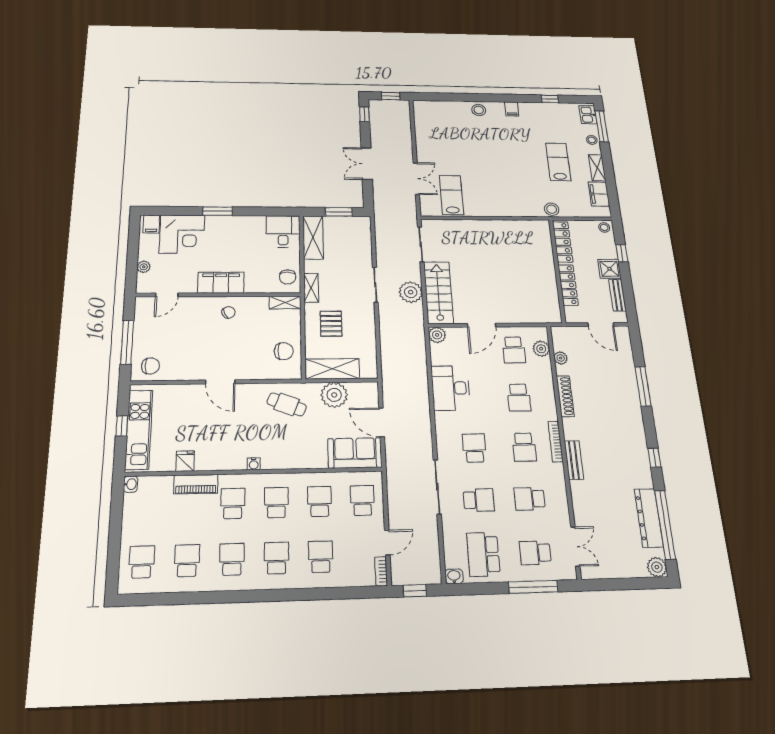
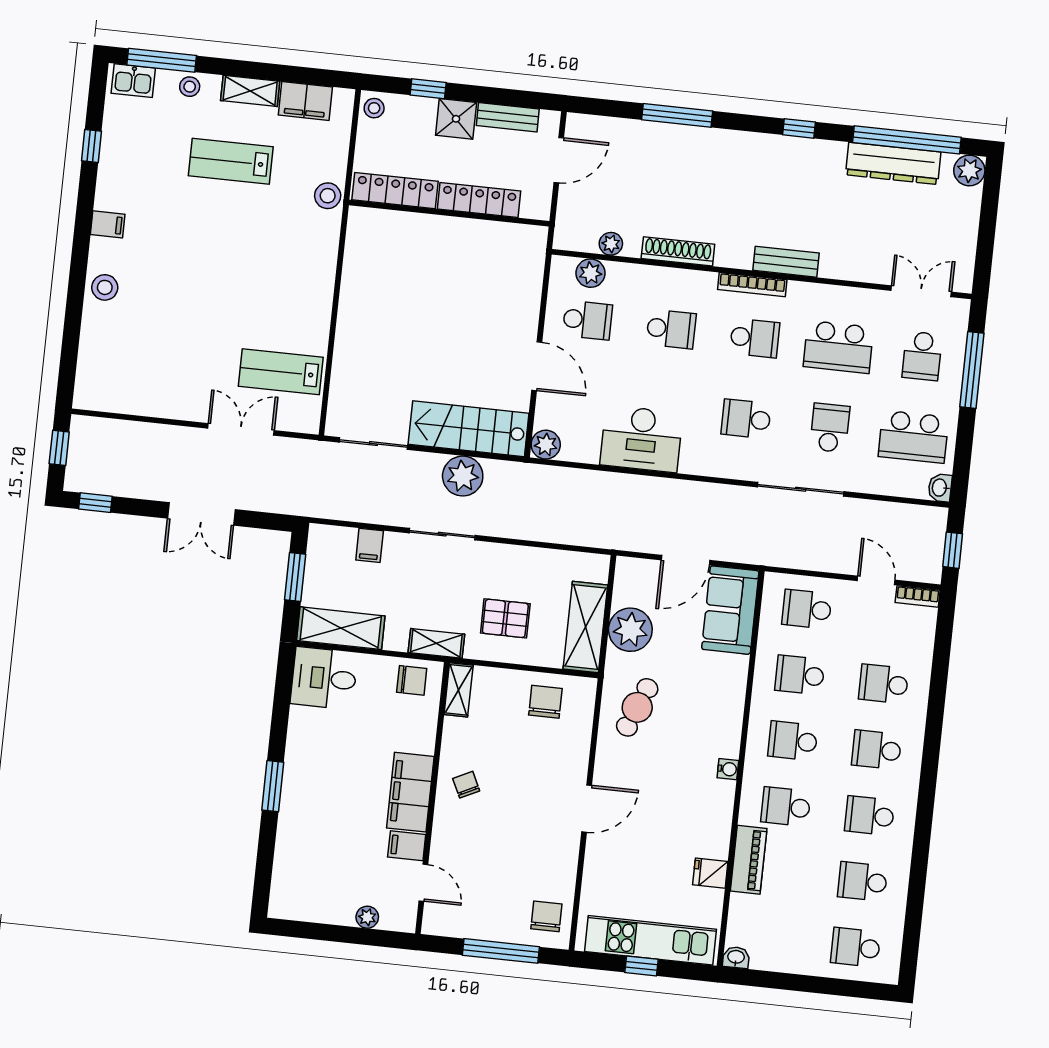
filing cabinet: (151, 224) -> (407, 846), moved, turned 180
corner desk: (182, 234) -> (312, 850), removed
filing cabinet: (363, 248) -> (370, 545), added
school desk: (530, 499) -> (838, 347), width x1.85

